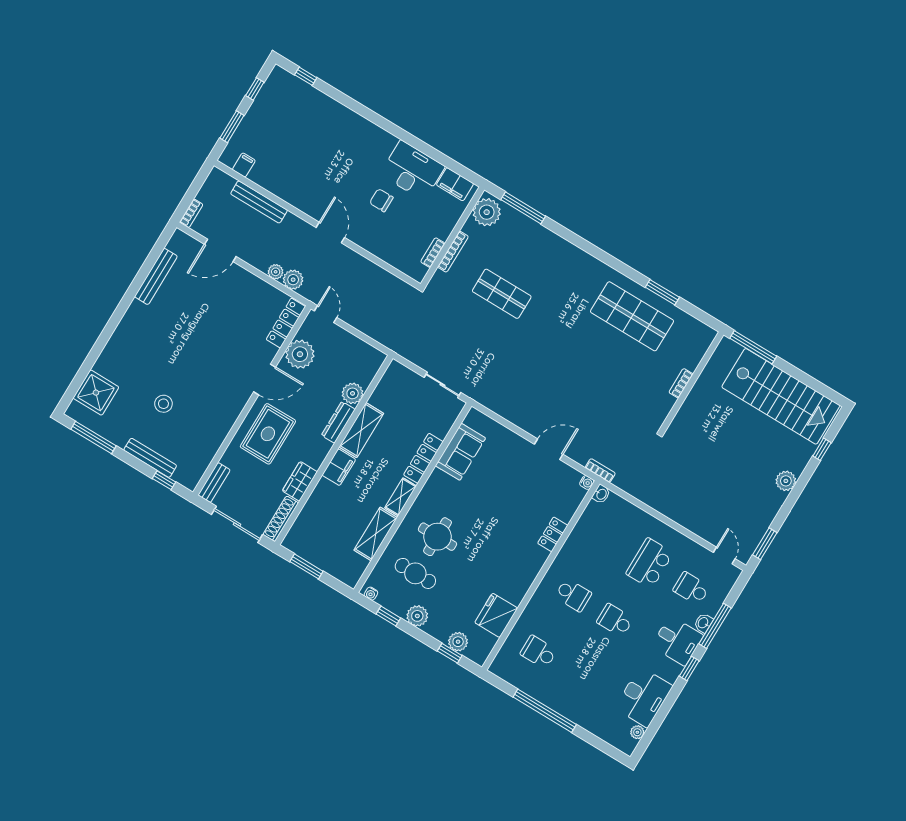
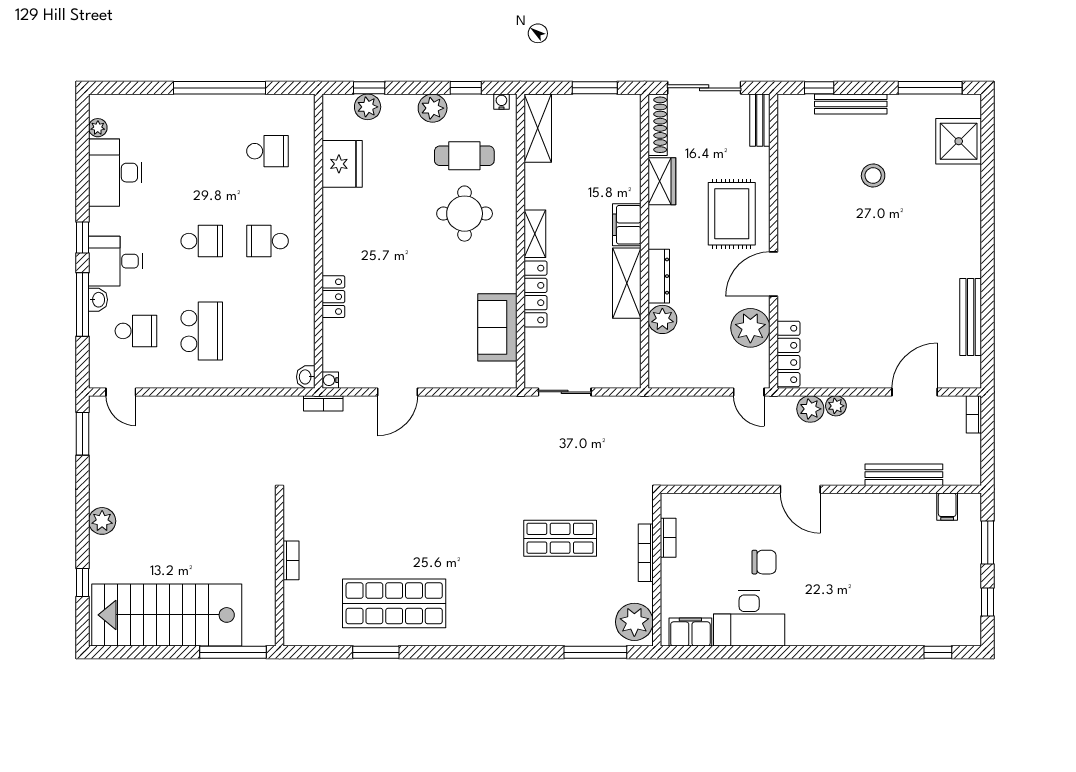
shelving: (376, 534) -> (538, 128), moved

